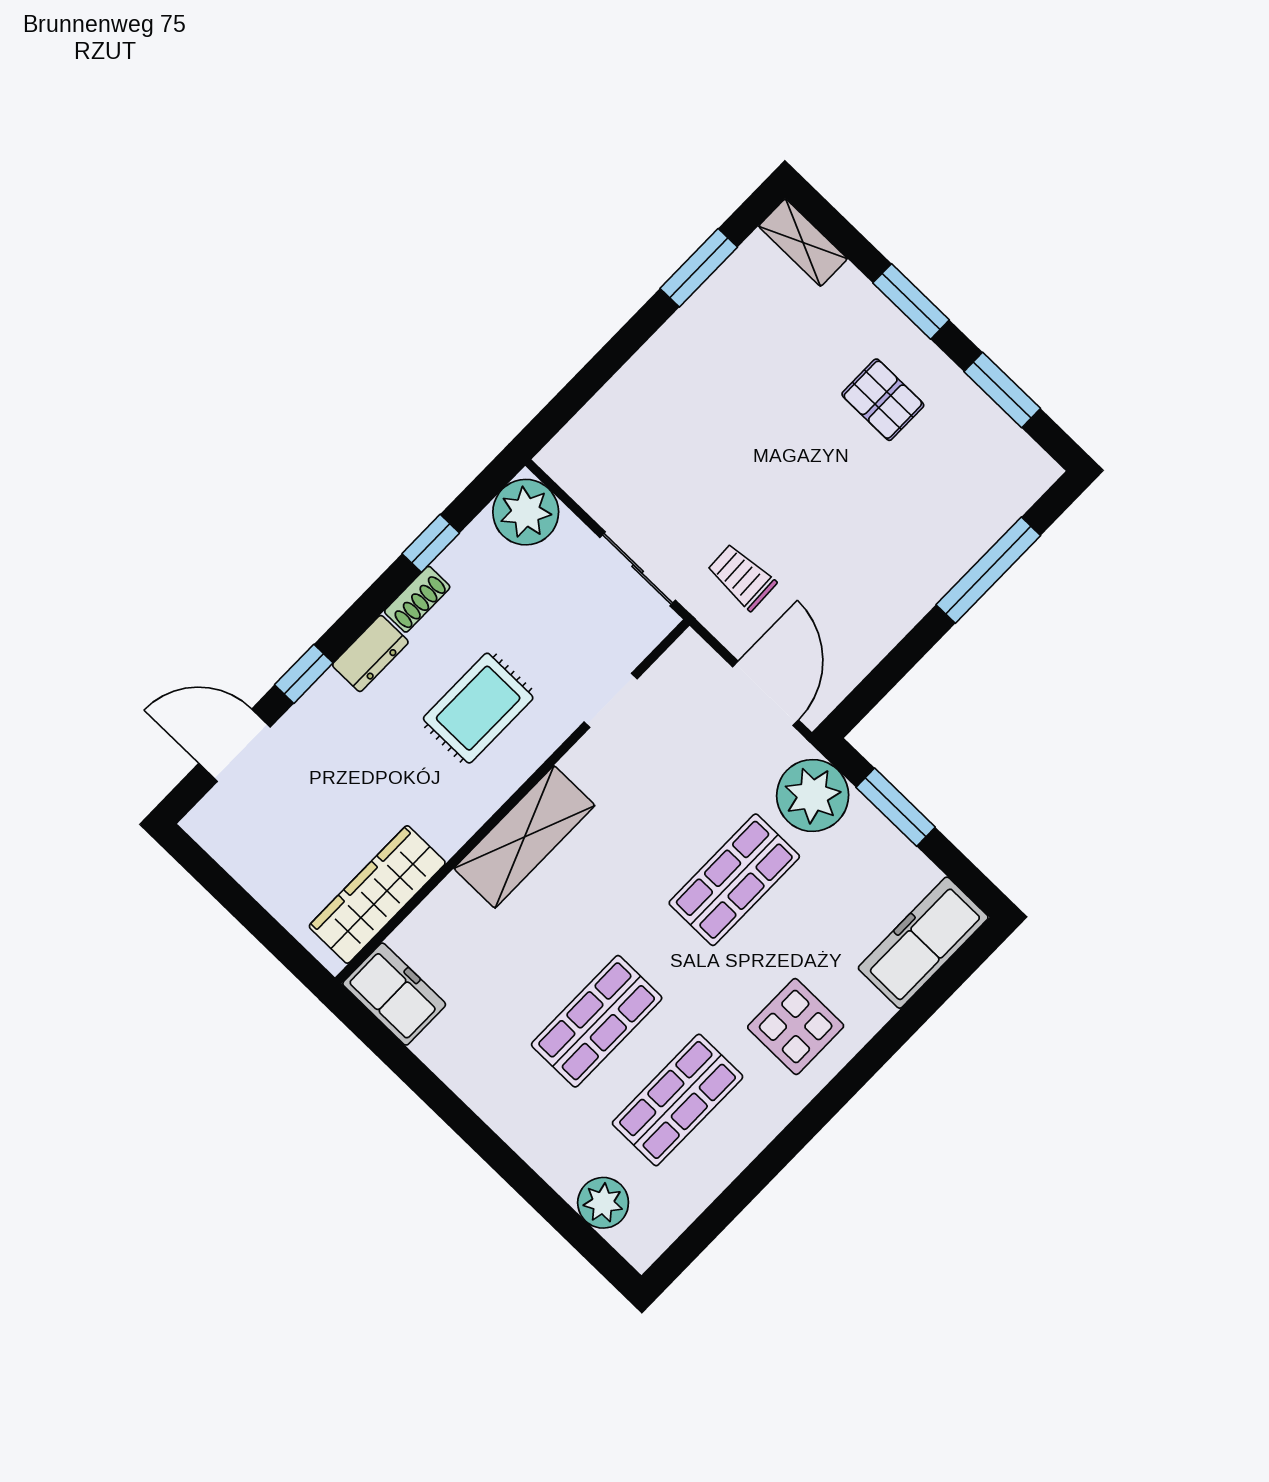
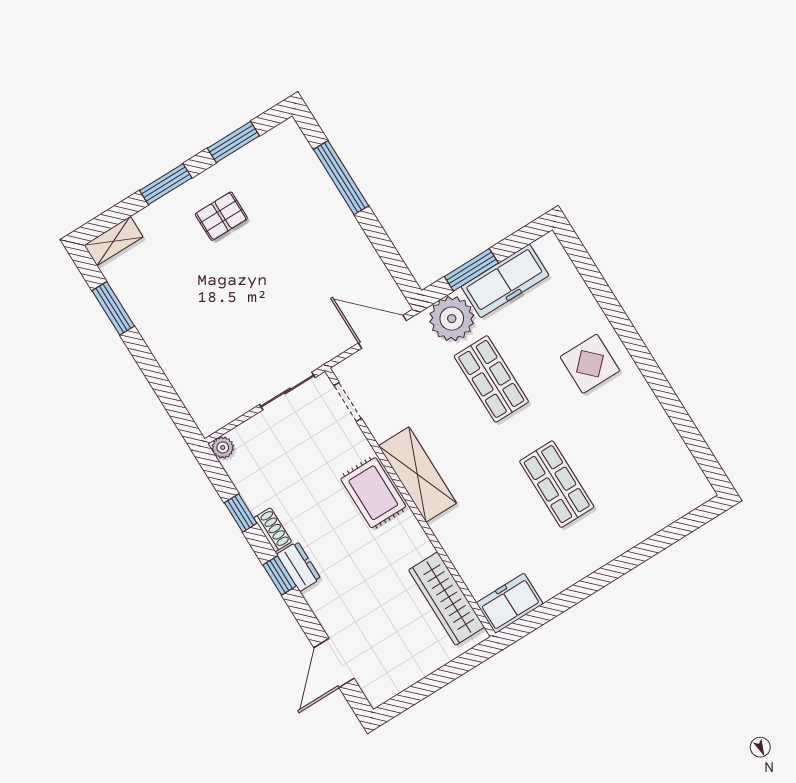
plant: (526, 512) -> (223, 447), width x0.53, depth x0.53
trolley: (742, 577) -> (308, 329), removed
window: (304, 674) -> (280, 575), moved
doorway: (611, 700) -> (348, 402), moved
rug: (478, 708) -> (373, 493), moved
shelving: (524, 837) -> (417, 474), moved
freezer: (923, 943) -> (505, 281), moved, turned -90
shop shelf: (678, 1100) -> (617, 447), removed
plant: (603, 1203) -> (668, 508), removed

